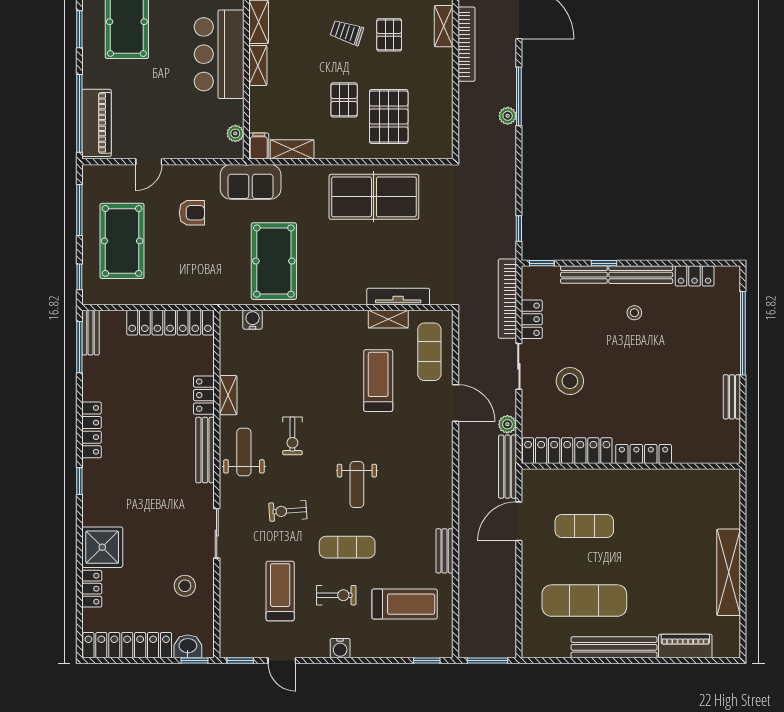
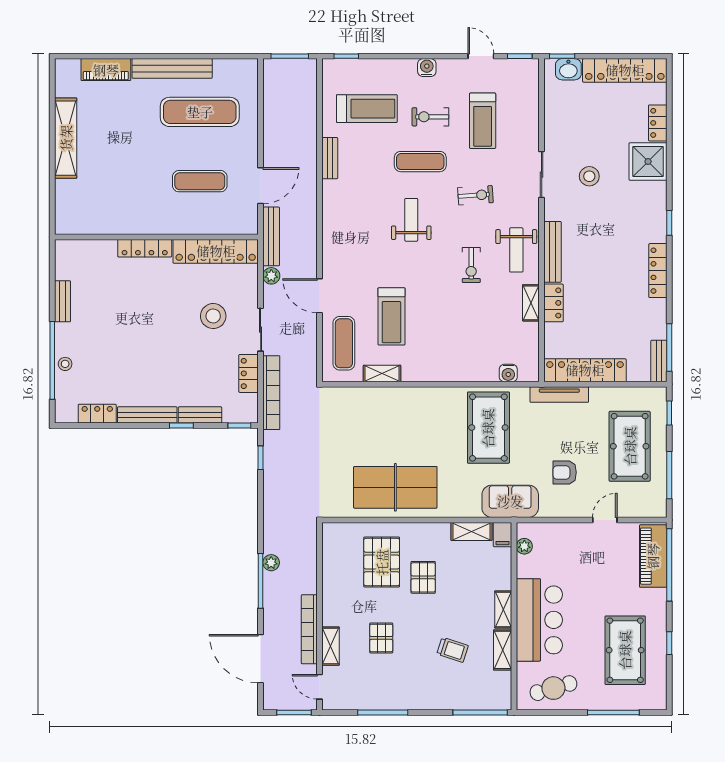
window: (79, 29) -> (669, 643), width x0.67
trolley: (347, 32) -> (452, 650), moved
tv unit: (398, 297) -> (559, 395), moved
stool: (634, 313) -> (65, 364), moved
exercise bike: (292, 436) -> (471, 265), turned 180
stool: (185, 586) -> (589, 176), moved
treadmill: (405, 604) -> (367, 109), turned 180

